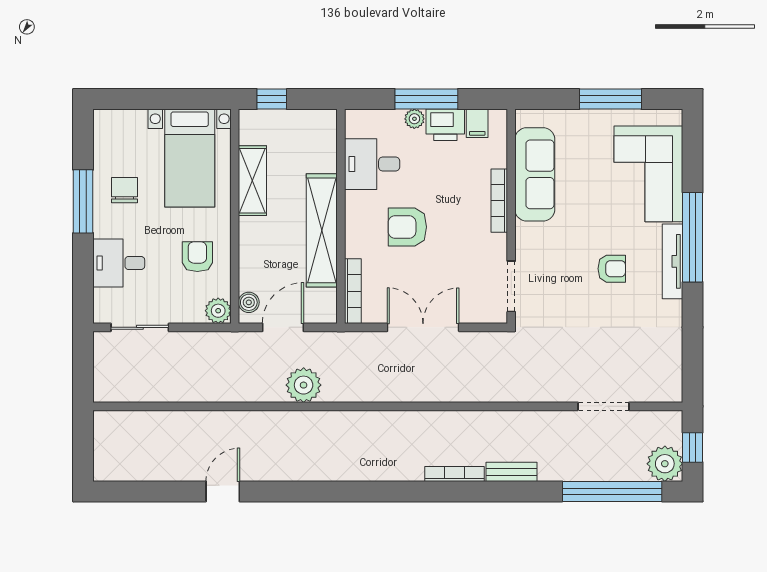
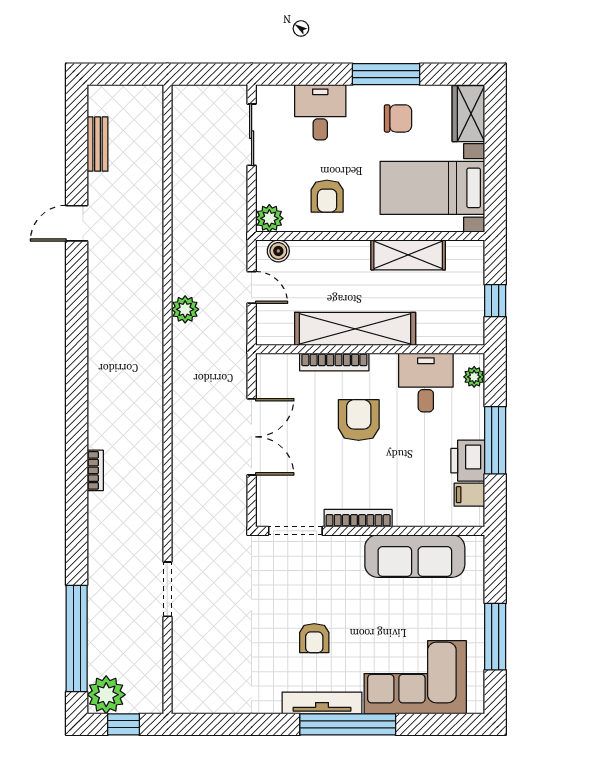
window: (272, 99) -> (495, 301), moved
plant: (414, 119) -> (474, 377), moved
wardrobe: (120, 124) -> (468, 114), added
bookcase: (499, 201) -> (358, 518), moved
armchair: (197, 257) -> (327, 196), turned 90
bookcase: (353, 291) -> (334, 362), moved
door: (283, 327) -> (252, 287), width x0.73
plant: (304, 385) -> (185, 309), width x0.73, depth x0.73
doorway: (603, 406) -> (167, 589), moved
bench: (512, 472) -> (98, 144), moved
bookcase: (455, 474) -> (95, 470), width x0.64
door: (223, 491) -> (77, 223), swing flipped

